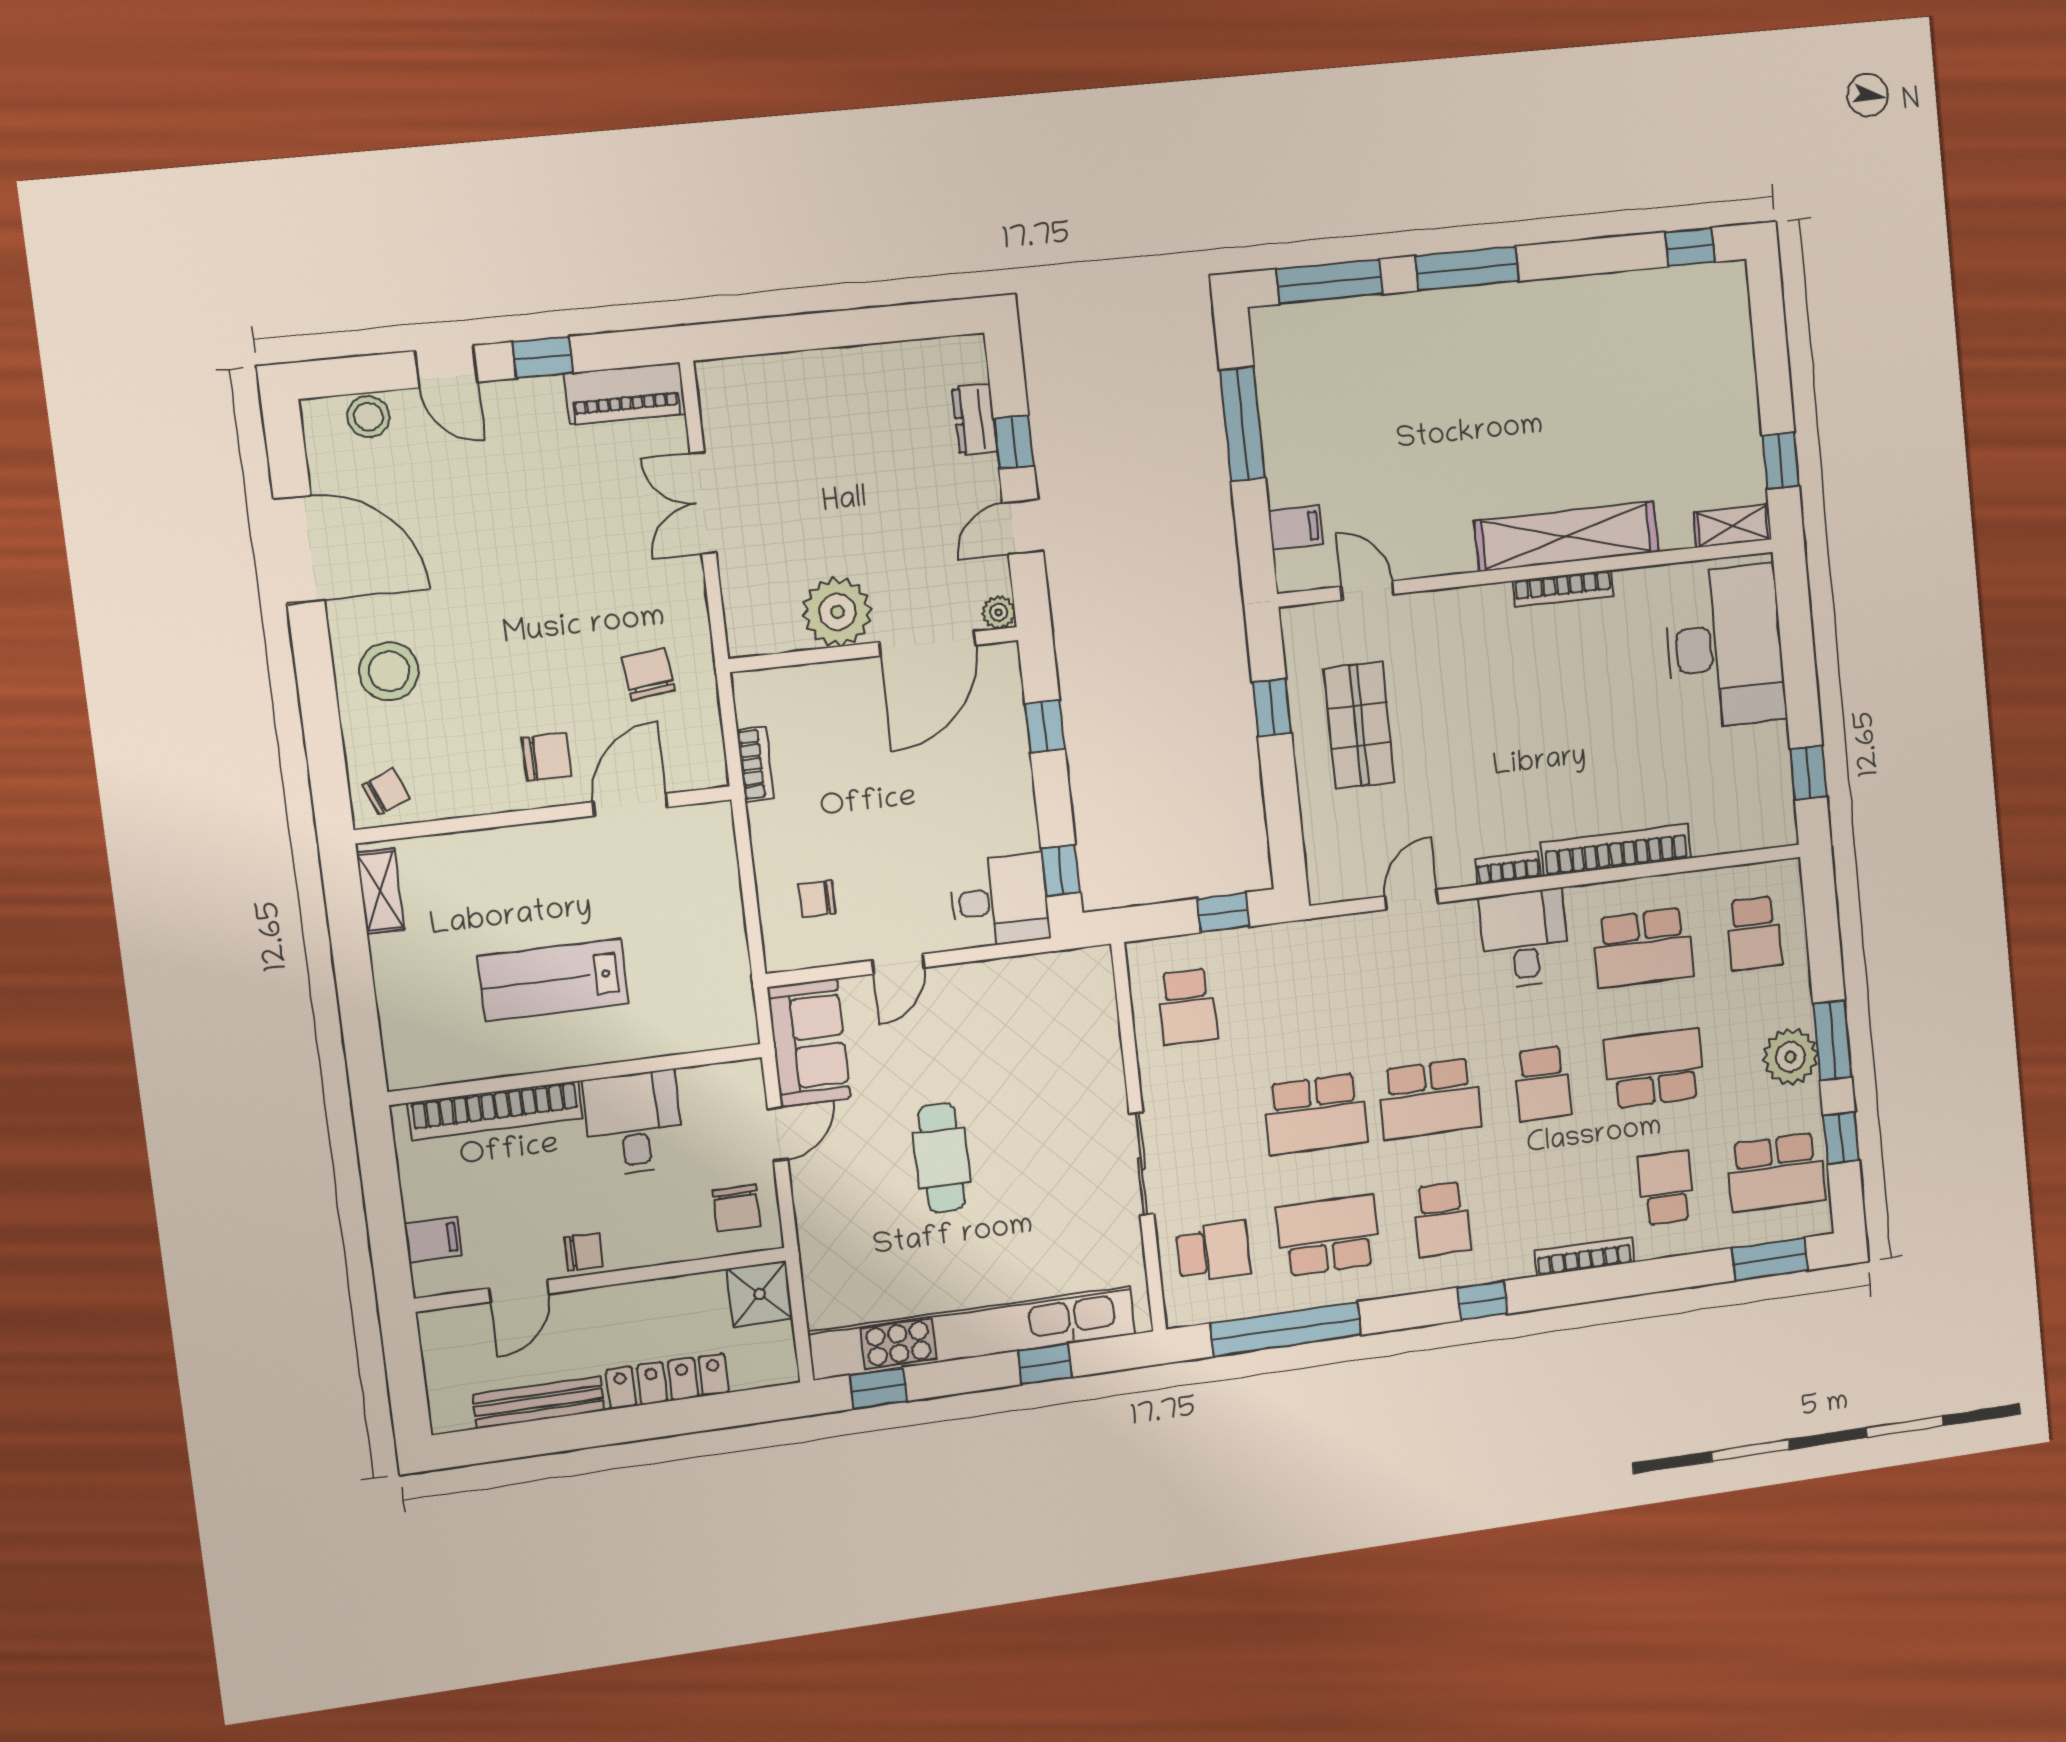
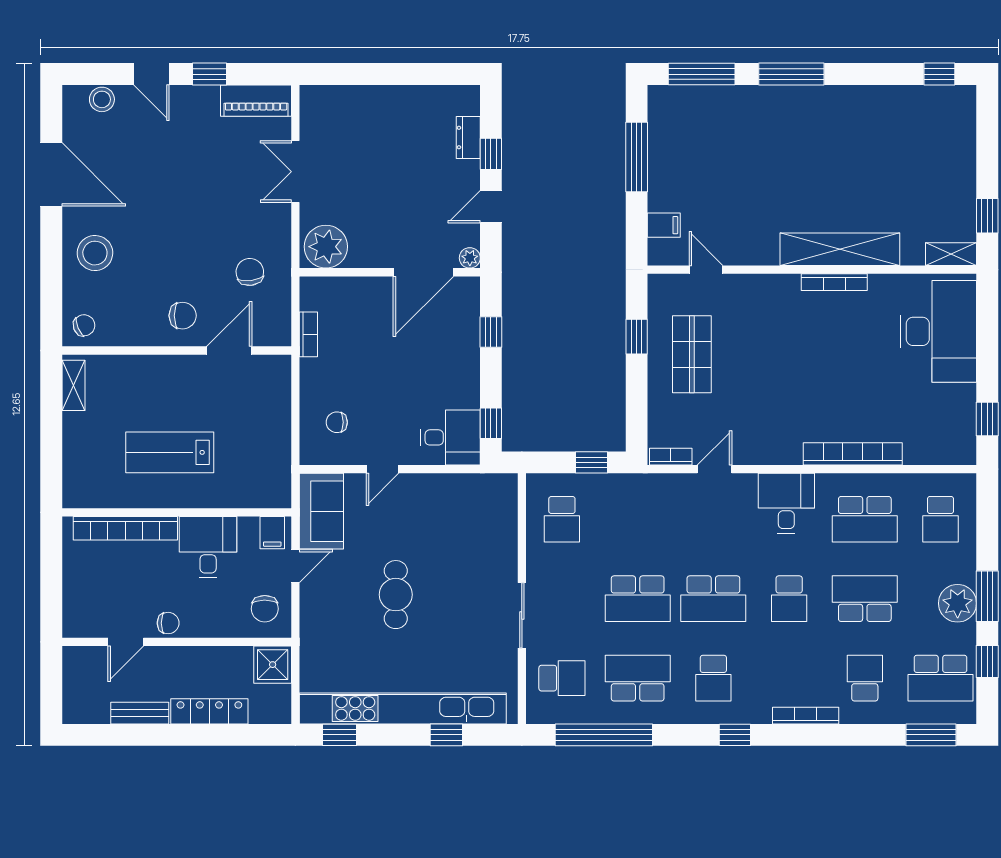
plant: (837, 612) -> (326, 247), moved
bookcase: (1508, 868) -> (671, 457), moved
filing cabinet: (433, 1239) -> (272, 533), moved, turned 90
bench: (539, 1402) -> (140, 713), width x0.73

